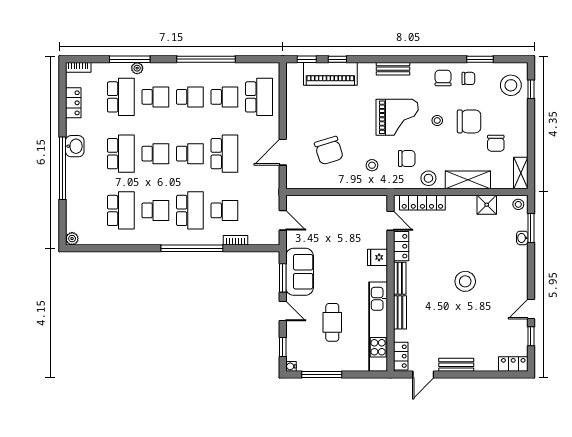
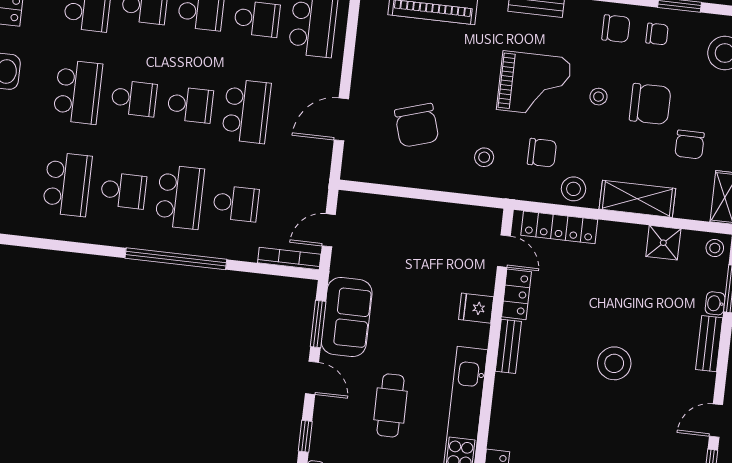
chair: (443, 78) -> (616, 29), turned 90
door: (283, 220) -> (329, 230), swing flipped
bookcase: (235, 240) -> (289, 258), moved, width x1.56
bench: (400, 312) -> (709, 344), moved

